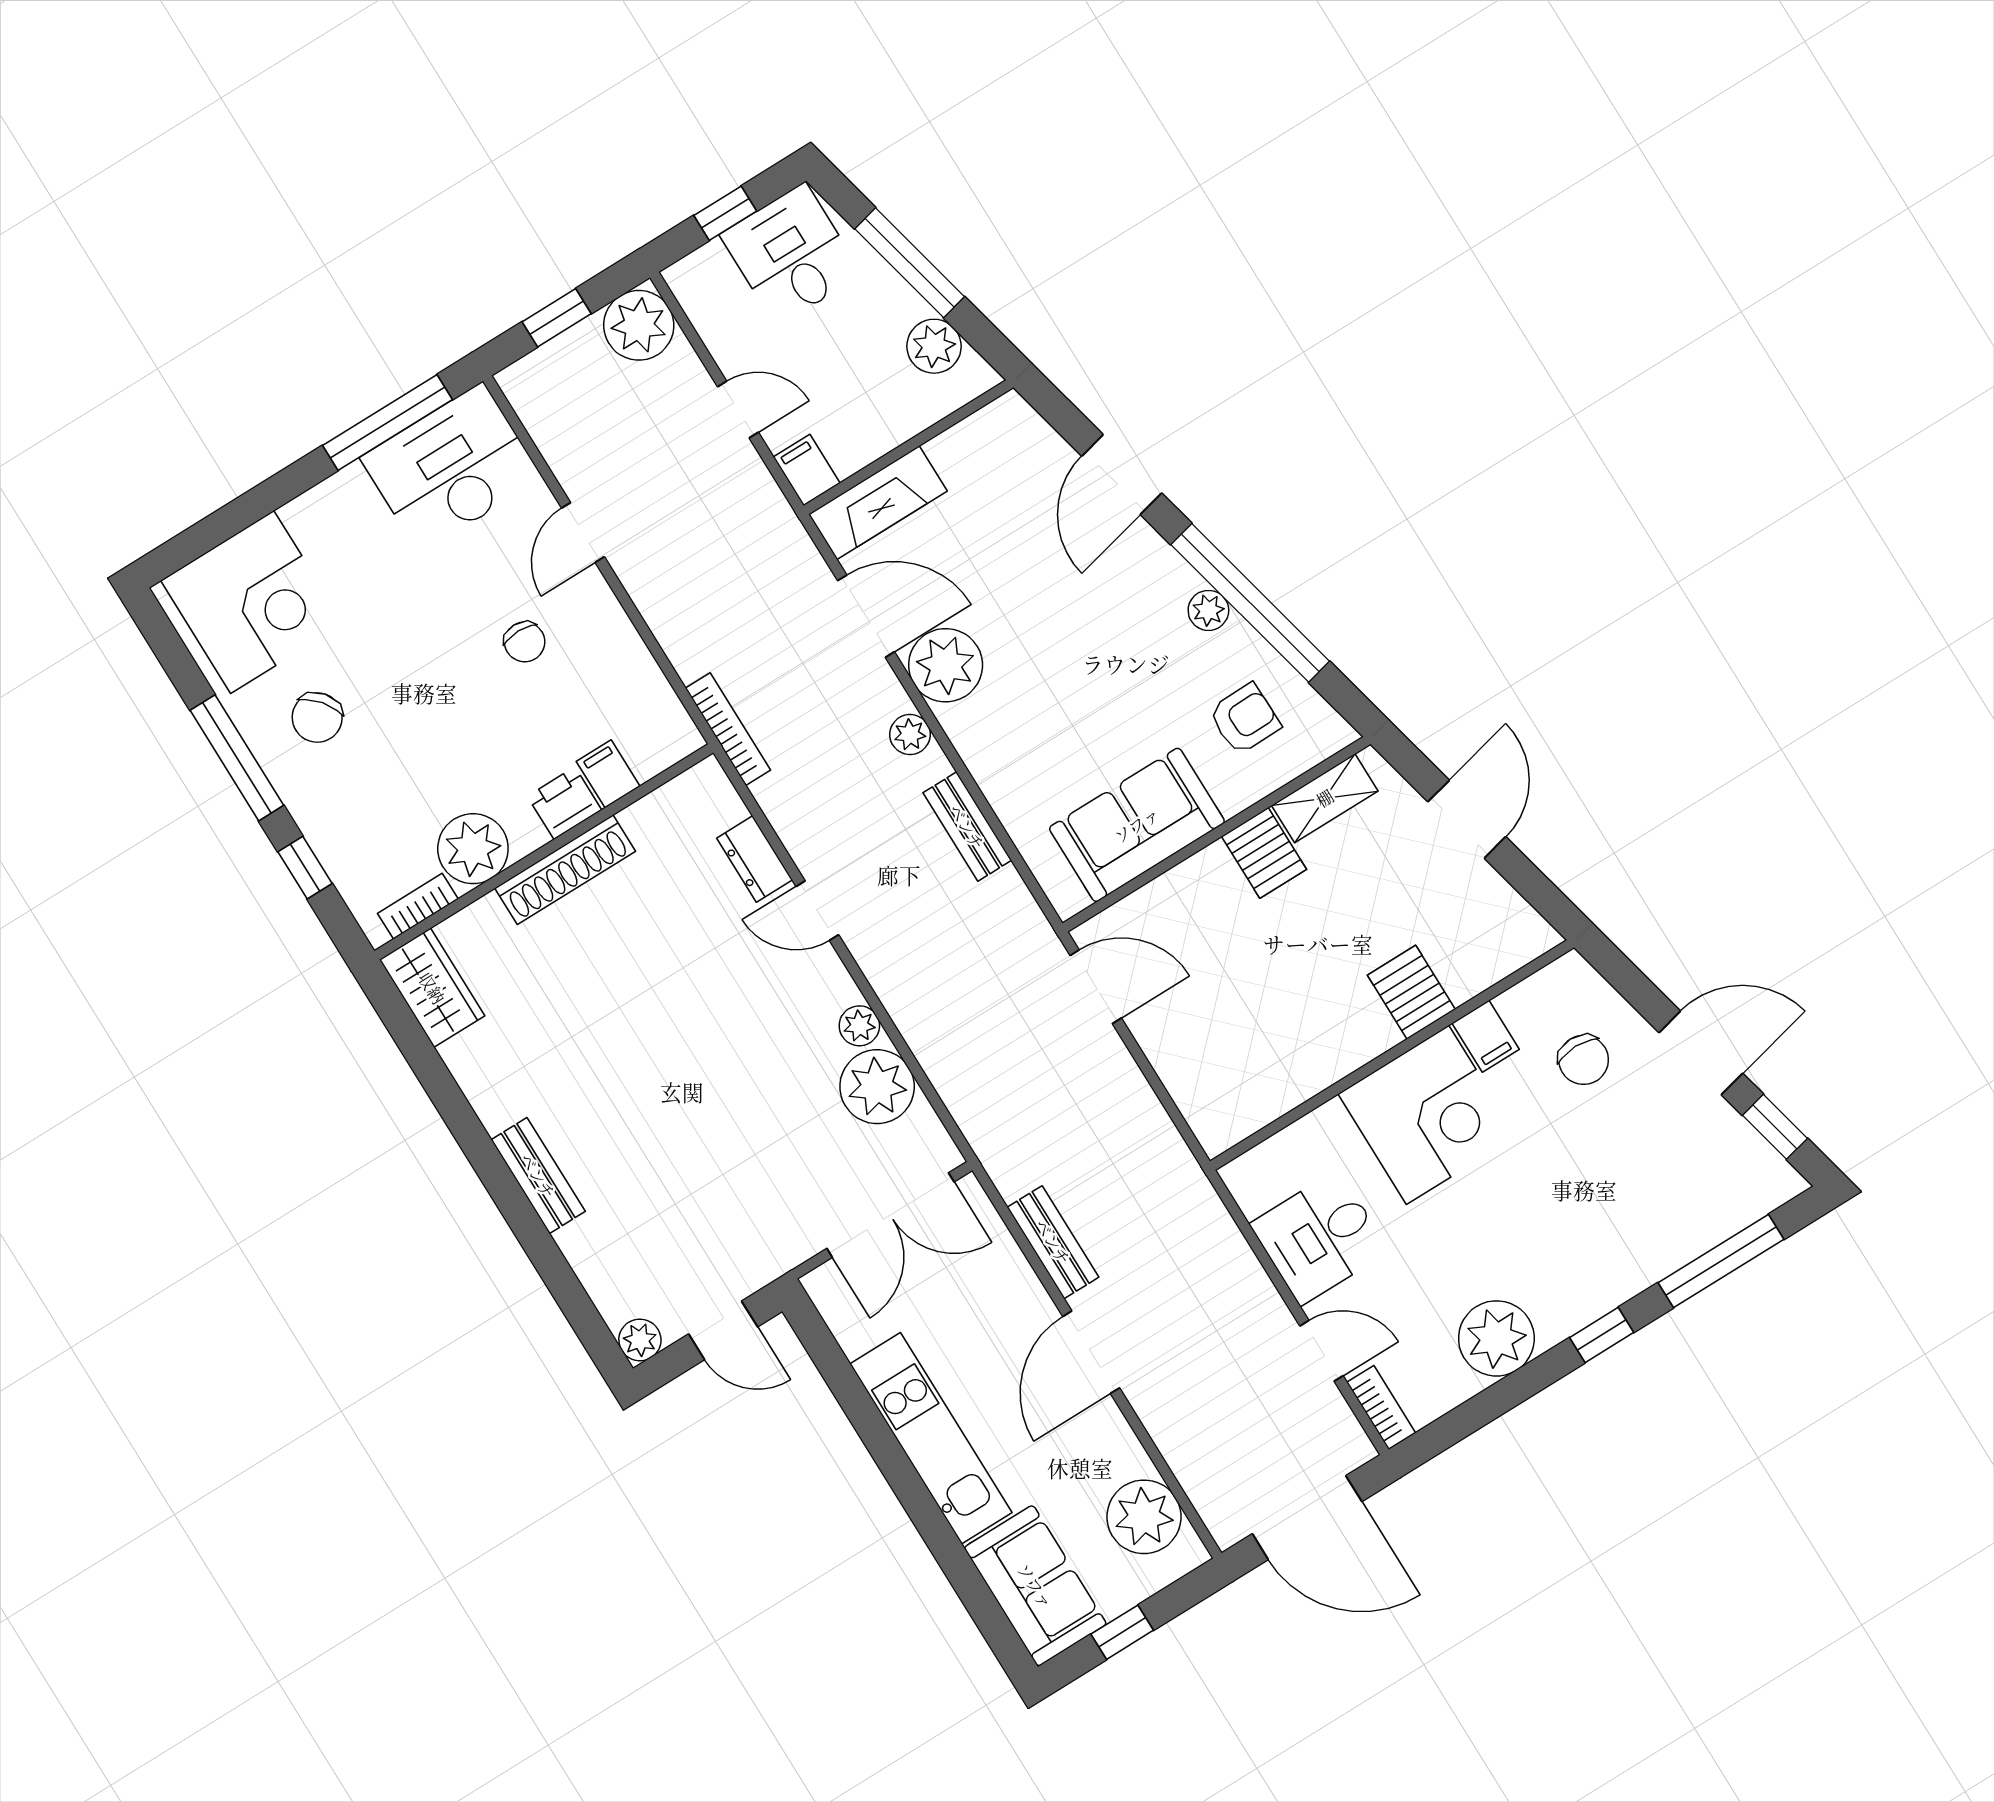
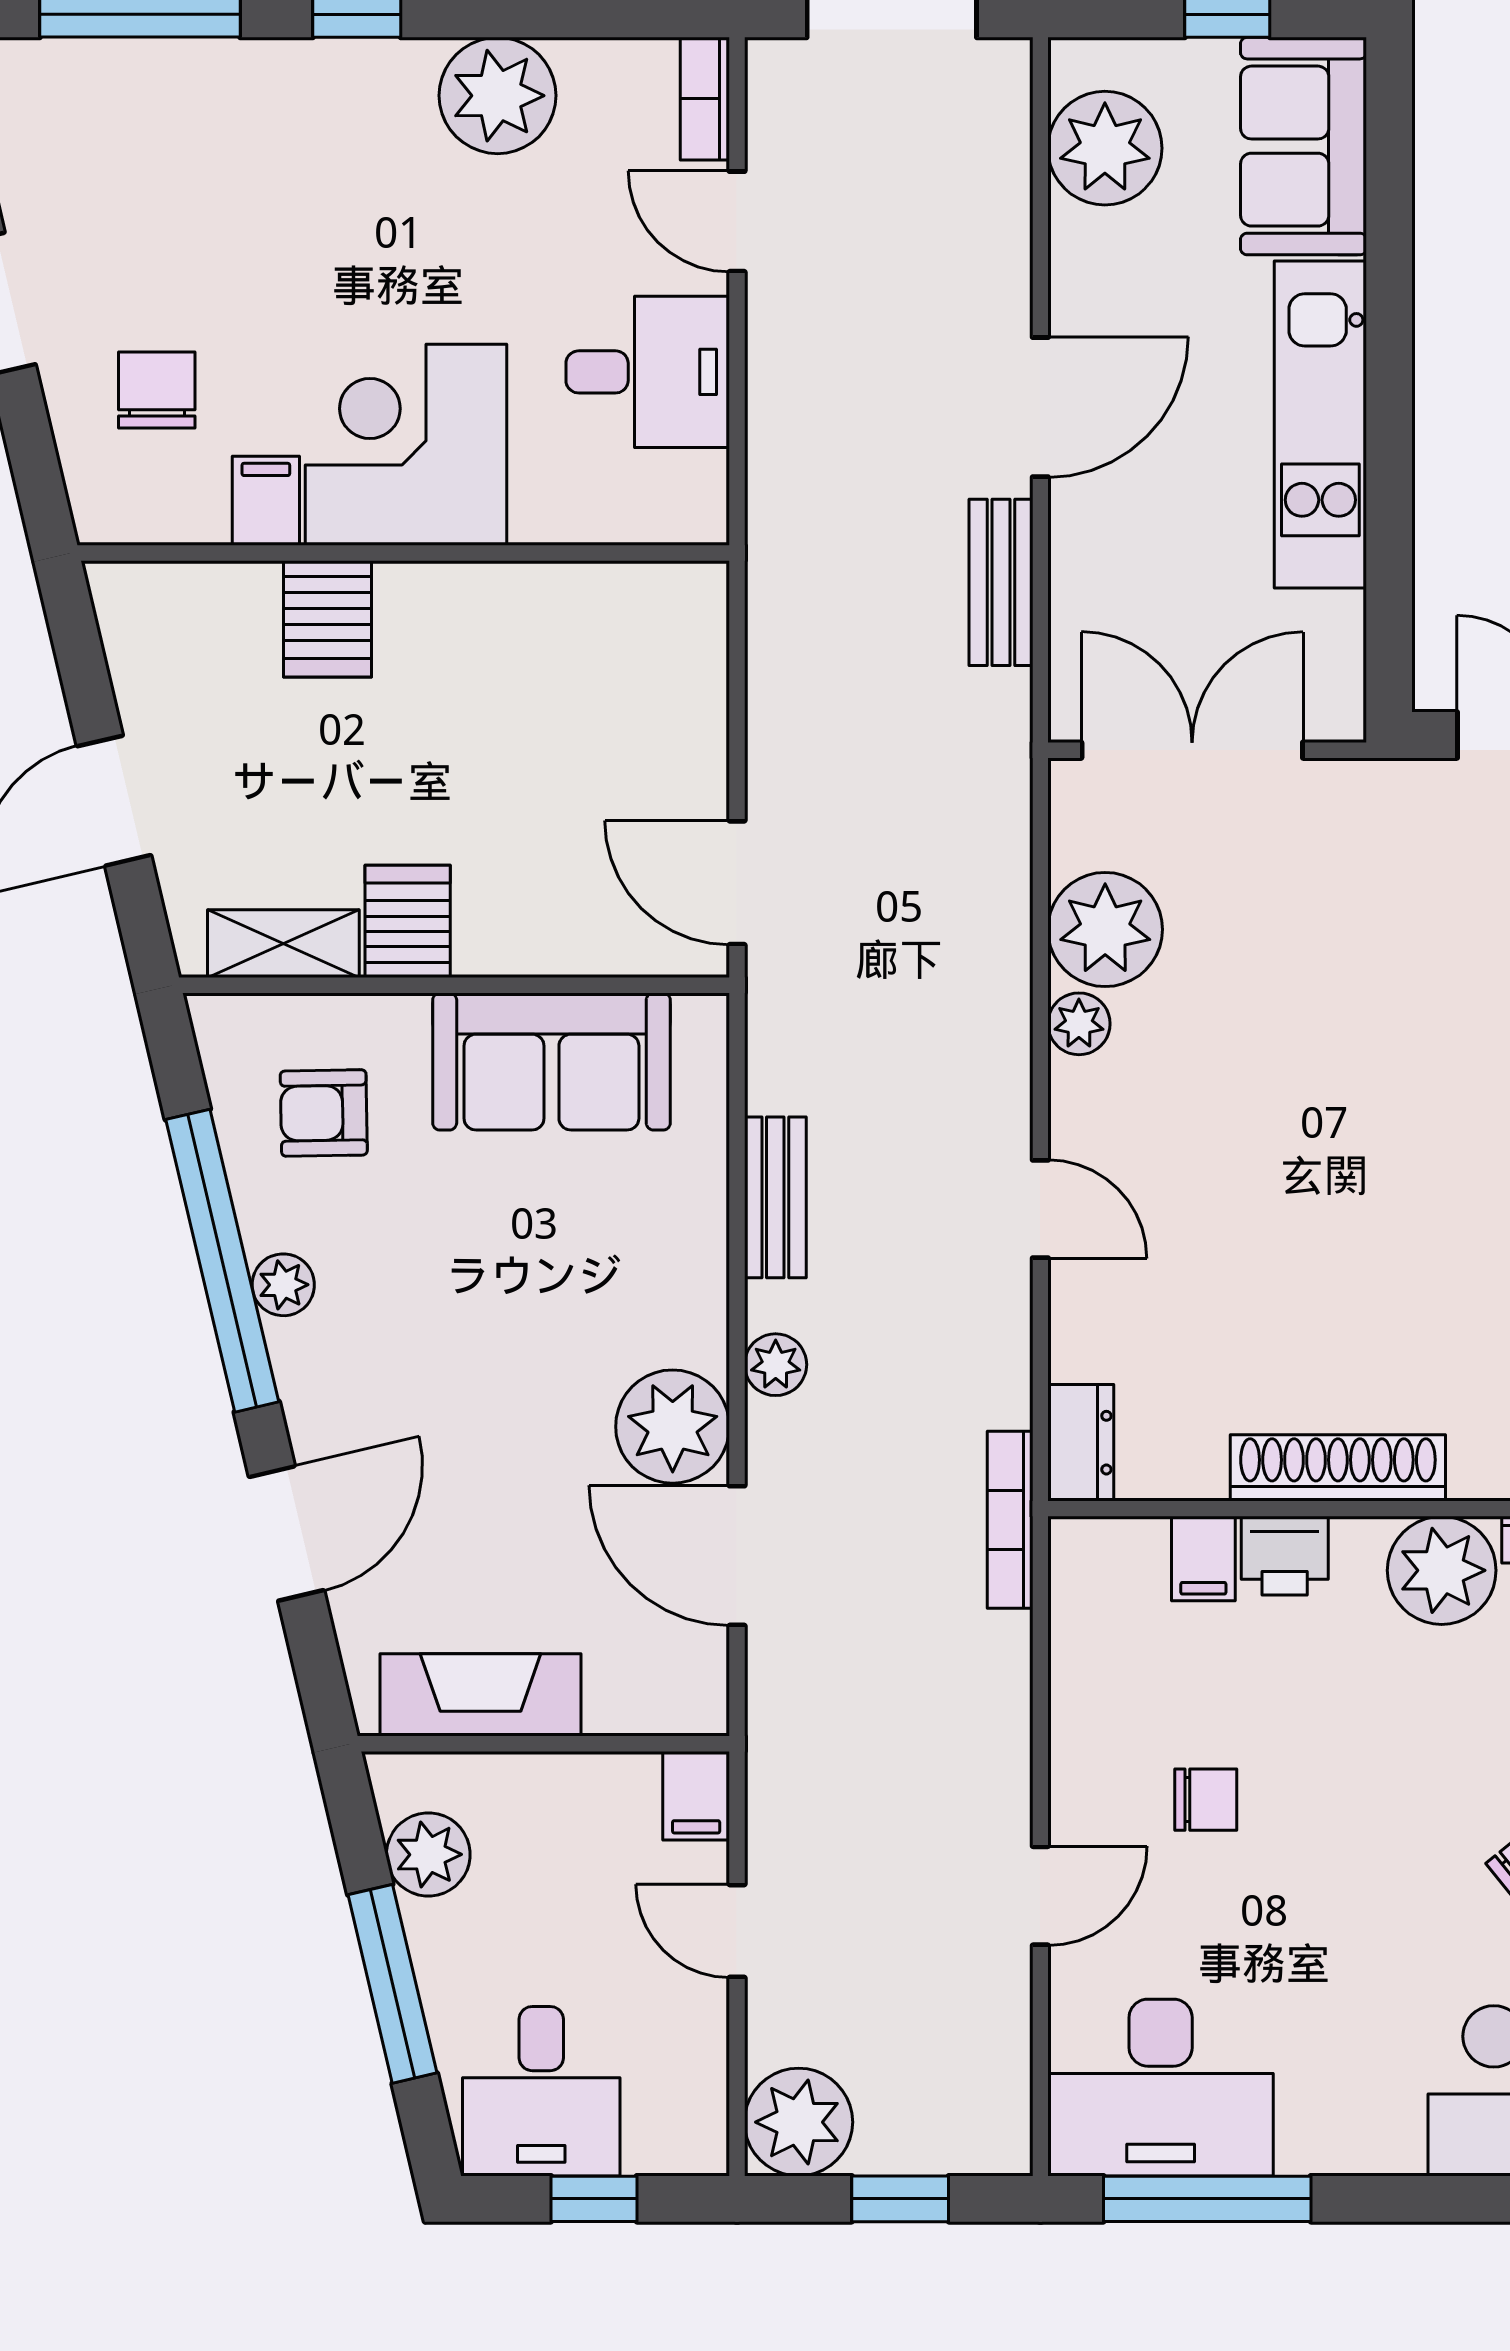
fireplace: (878, 503) -> (480, 1695), moved
chair: (525, 642) -> (1206, 1800), turned 90
dresser: (755, 859) -> (1081, 1443), moved

